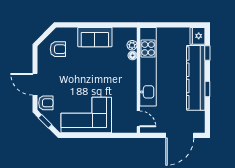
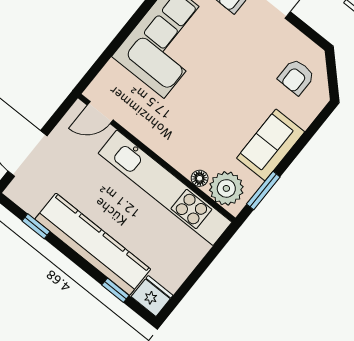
window: (116, 25) -> (263, 190), added
plant: (132, 45) -> (226, 188), width x1.87, depth x1.87
window: (207, 89) -> (36, 226), moved

